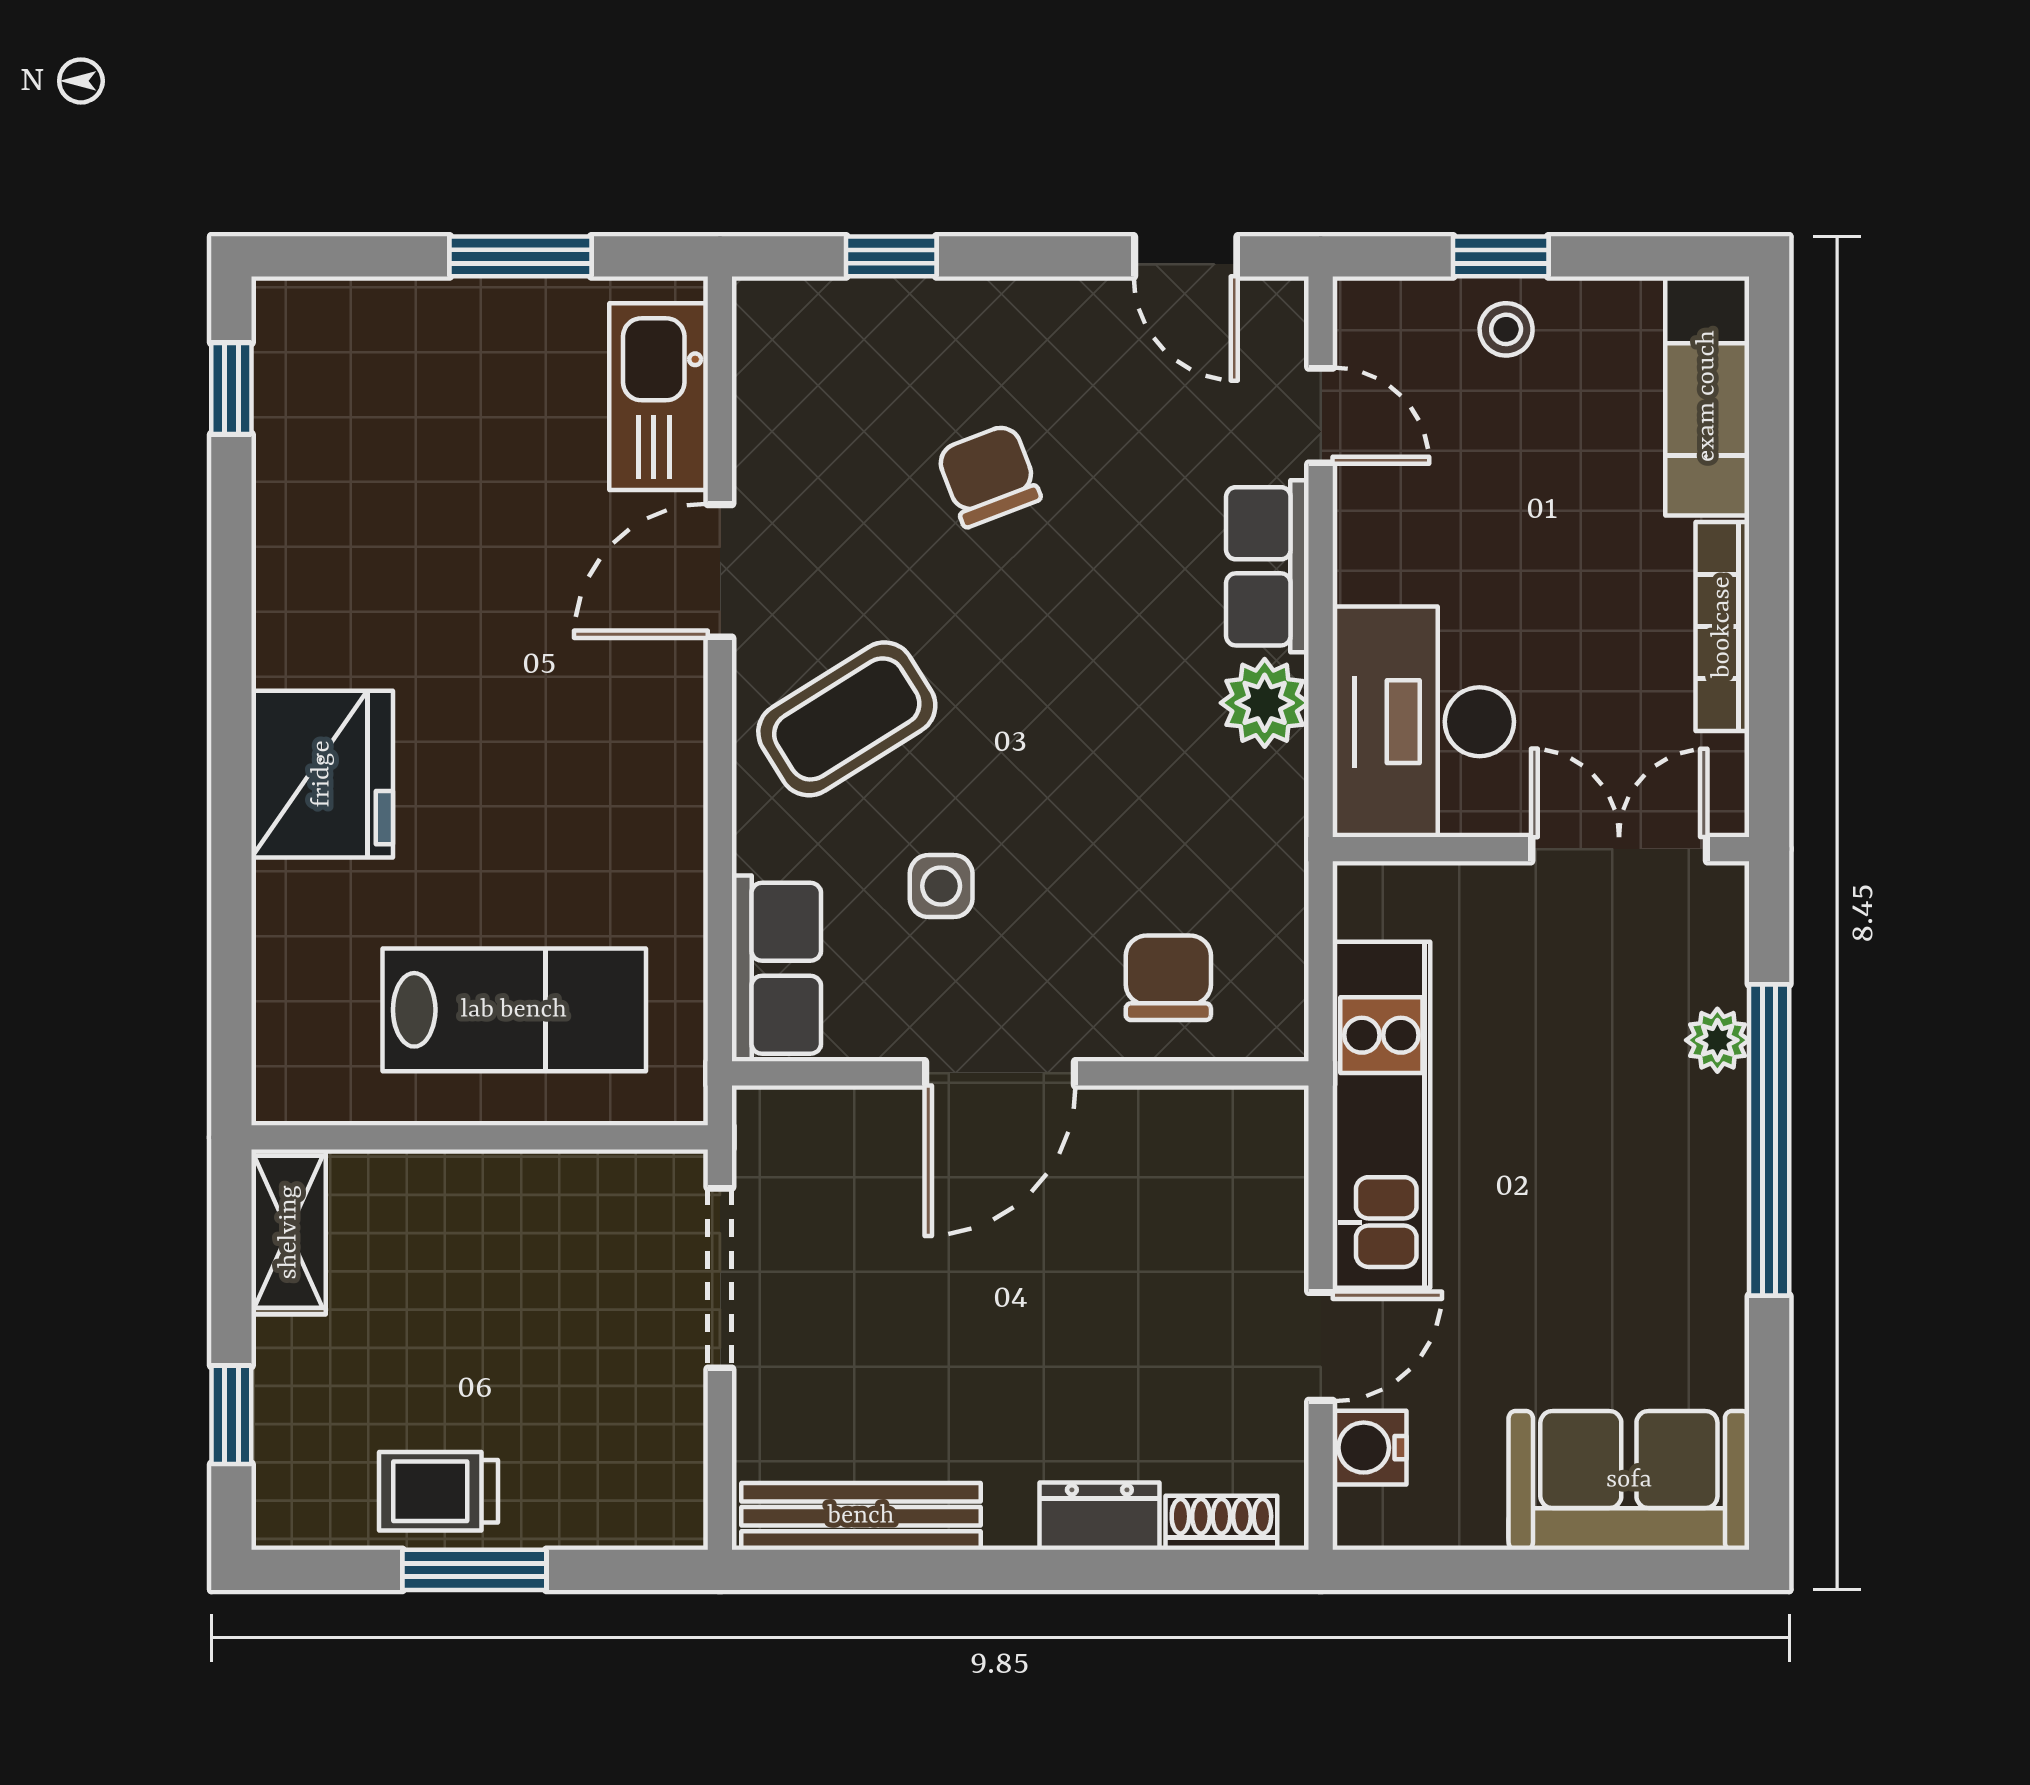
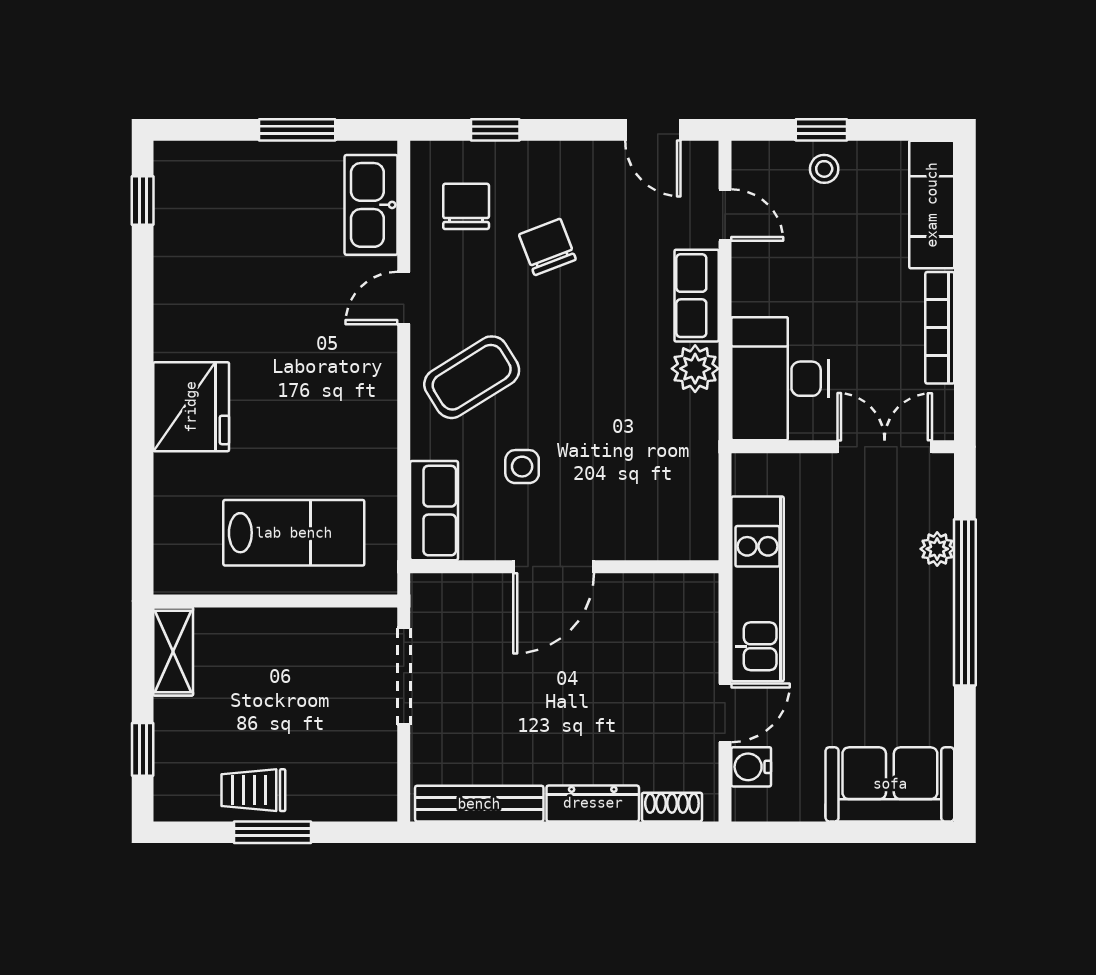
door: (720, 571) -> (404, 298), width x0.73
chair: (1168, 978) -> (466, 206), moved
dresser: (1099, 1516) -> (593, 803), width x1.44

